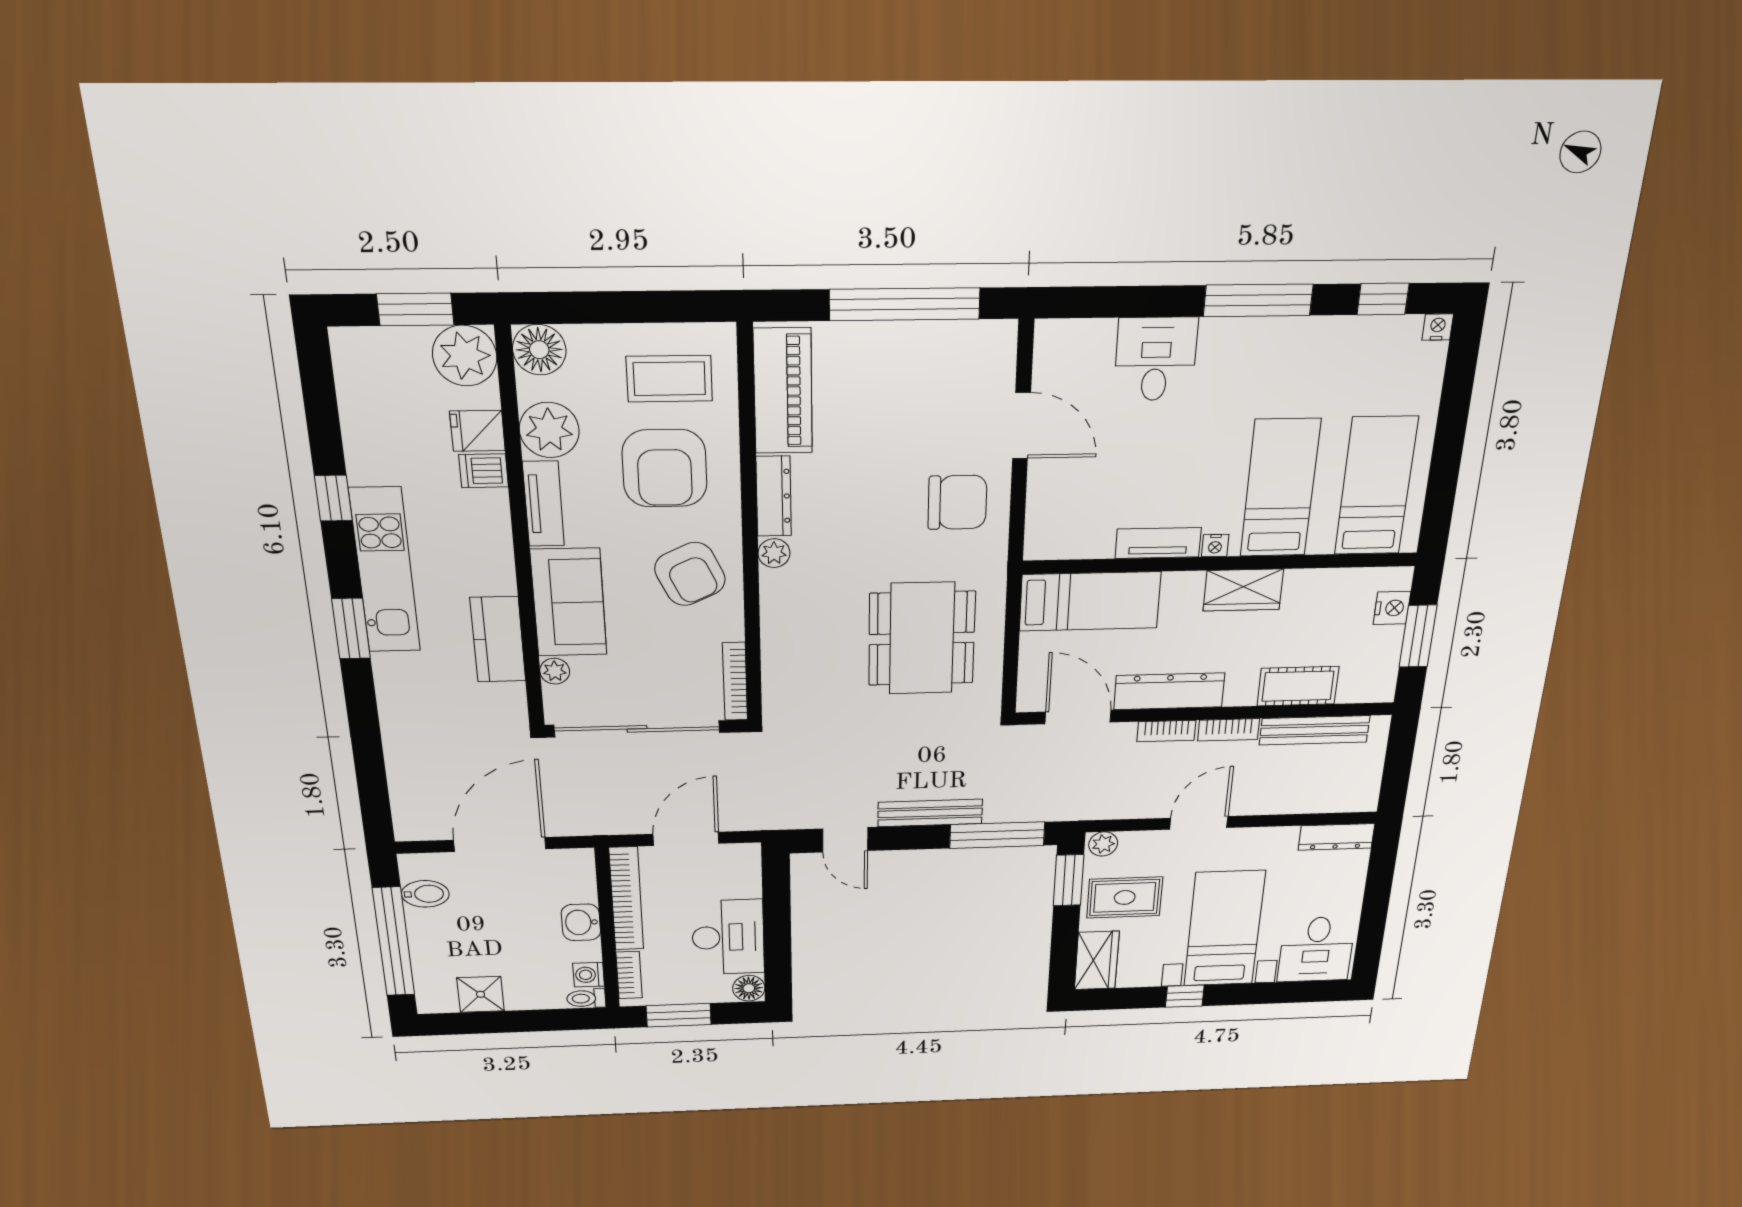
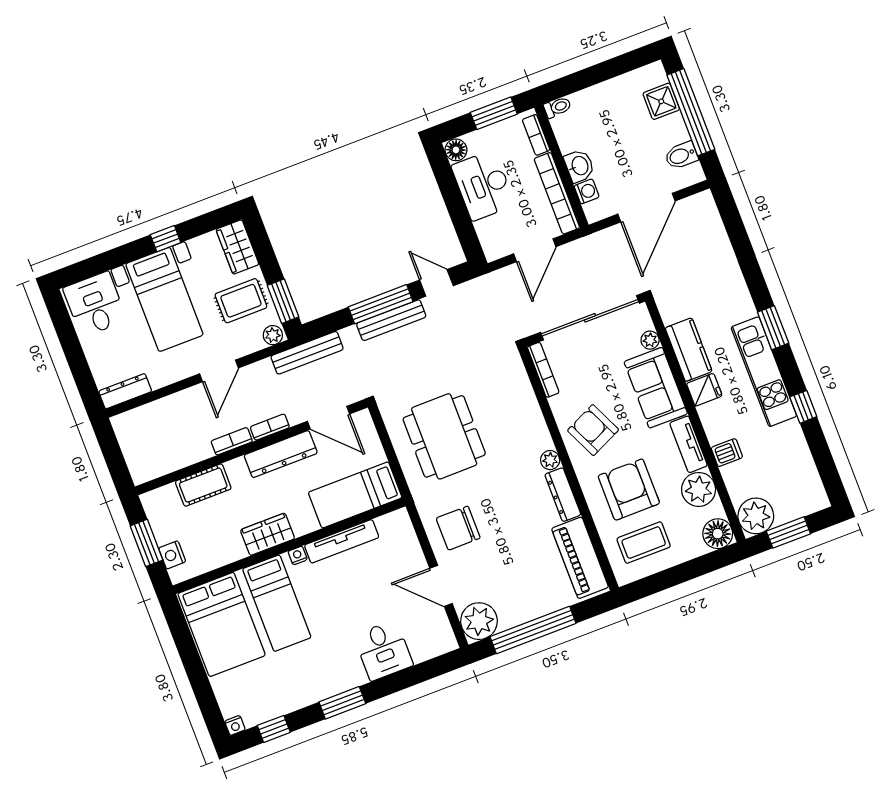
window: (1258, 300) -> (342, 703), width x0.69
plant: (986, 350) -> (479, 621), added
fridge: (477, 431) -> (704, 390), moved
bed: (1376, 486) -> (222, 624), width x1.50
tv unit: (1158, 543) -> (342, 541), width x1.41
bench: (1315, 730) -> (307, 353), moved
window: (997, 835) -> (381, 304), moved
washing machine: (589, 975) -> (587, 191), moved
shower: (481, 994) -> (661, 101), moved

